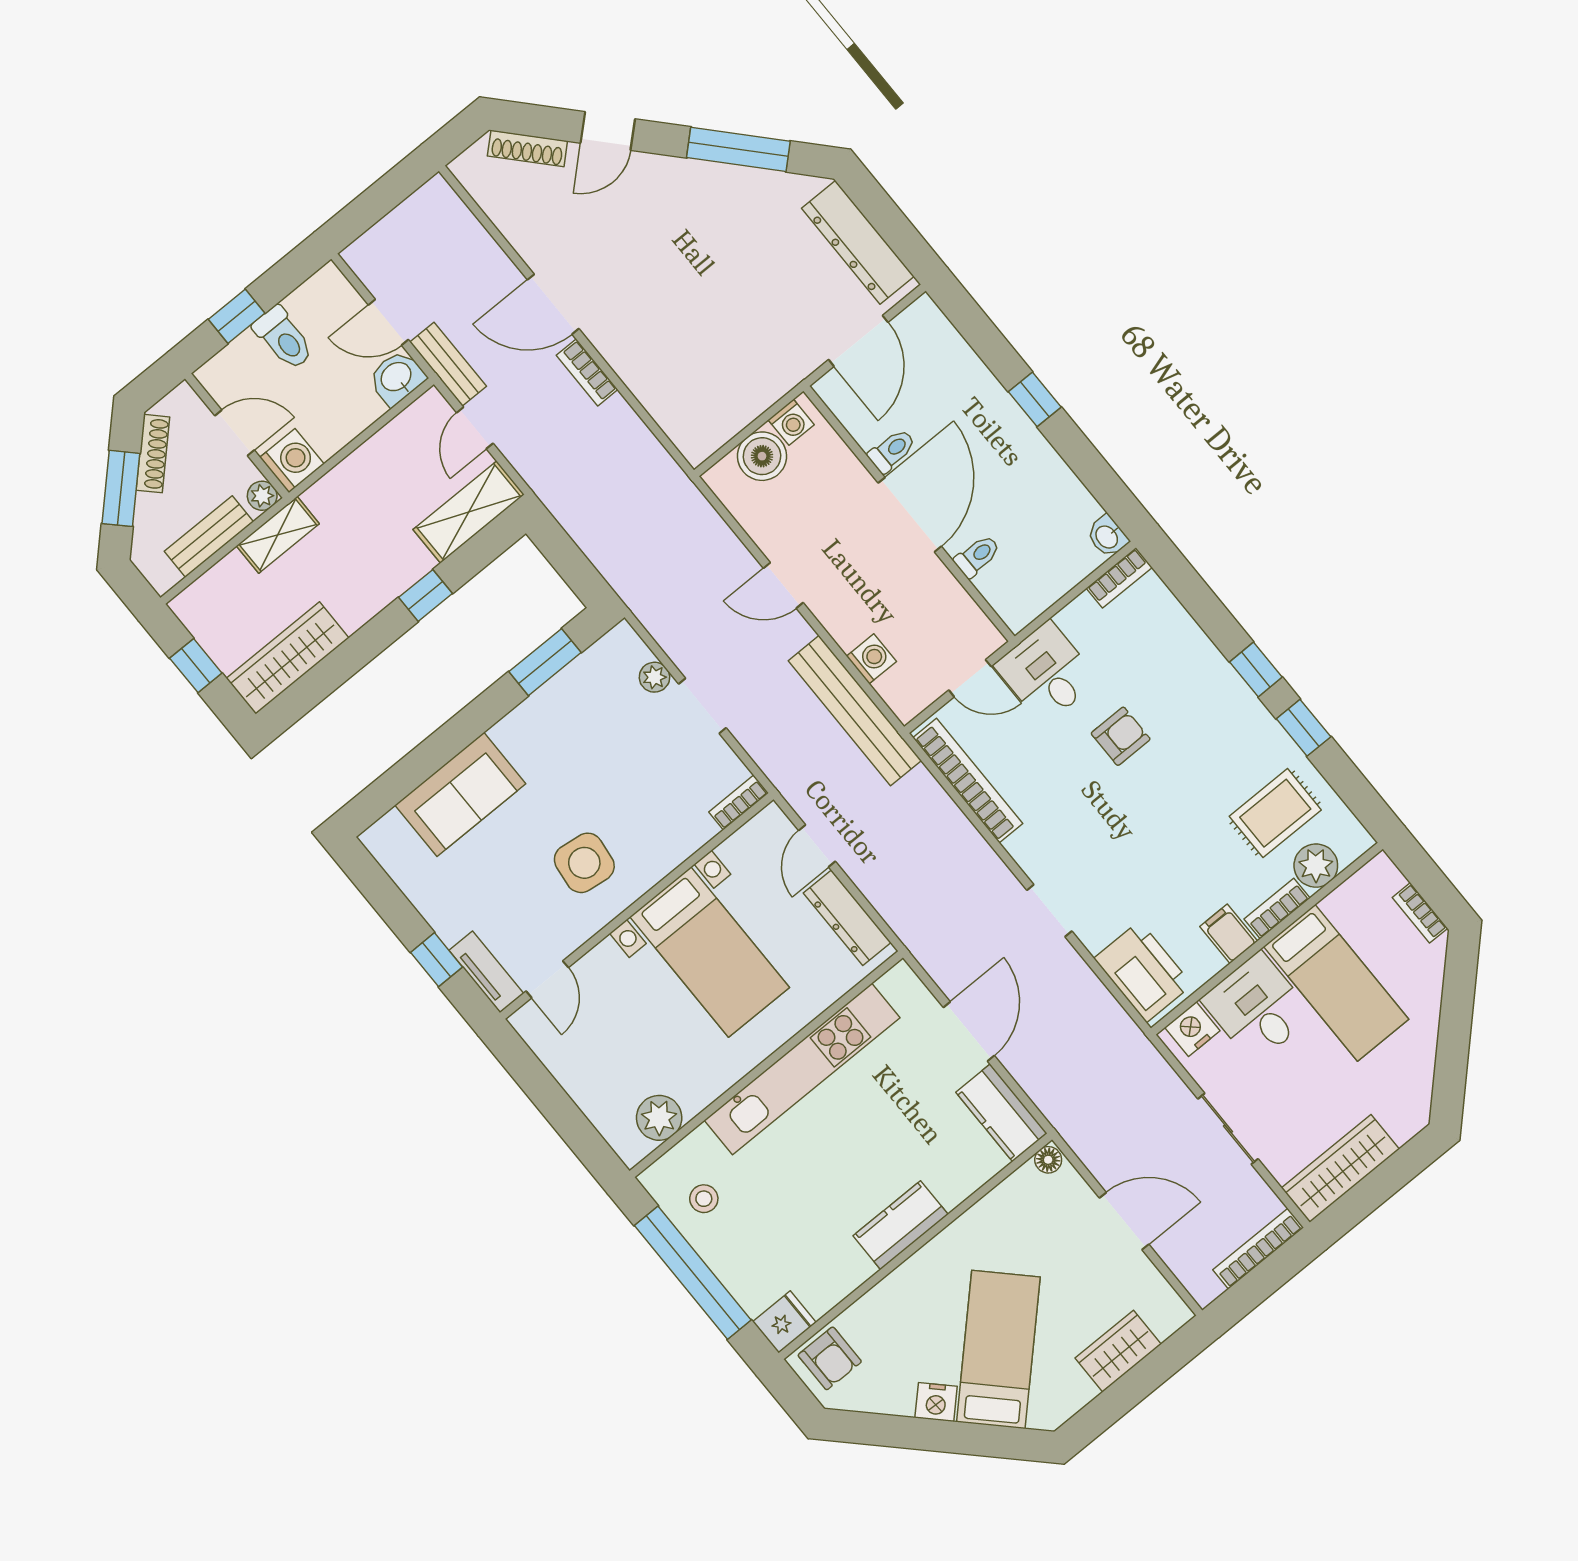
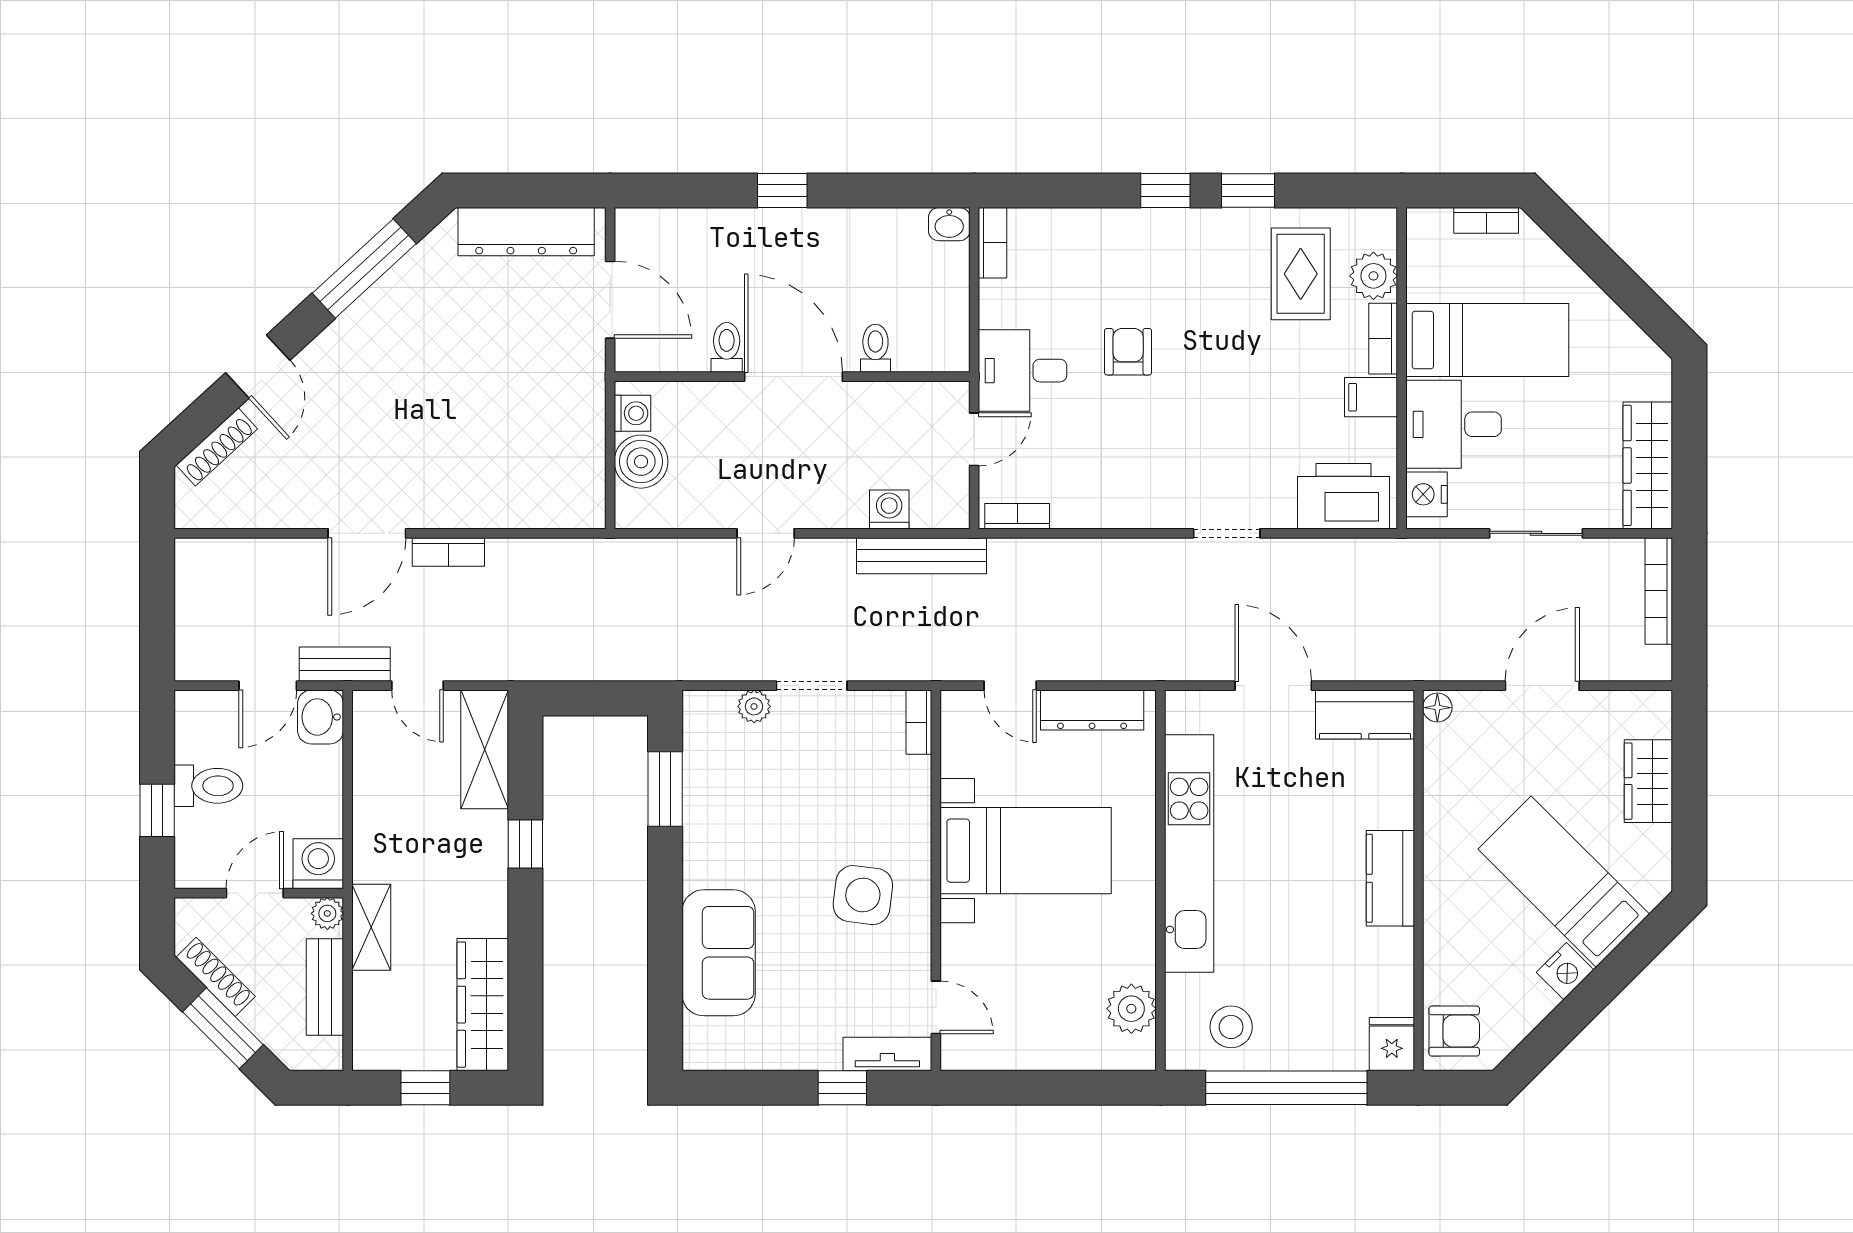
bench: (855, 711) -> (922, 556), width x0.73, depth x0.82
bookcase: (968, 780) -> (1017, 516), width x0.43, depth x0.76
stool: (704, 1199) -> (1231, 1027), width x1.37, depth x1.37

